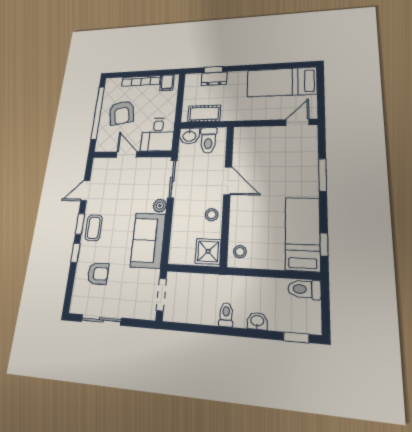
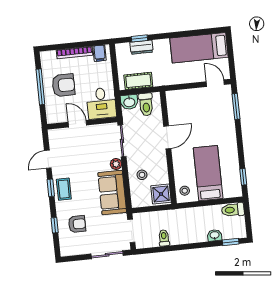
window: (98, 113) -> (40, 87), width x0.68
armchair: (122, 113) -> (63, 85), turned -80
door: (297, 122) -> (215, 83), hinge flipped
window: (323, 175) -> (236, 106), moved
door: (228, 181) -> (167, 137), hinge flipped
stool: (212, 215) -> (142, 175), moved
bed: (303, 234) -> (208, 173), moved
window: (75, 253) -> (55, 225), moved
toilet: (226, 315) -> (164, 238), moved
sliding door: (101, 320) -> (107, 255), moved
washbasin: (257, 321) -> (215, 235), moved

